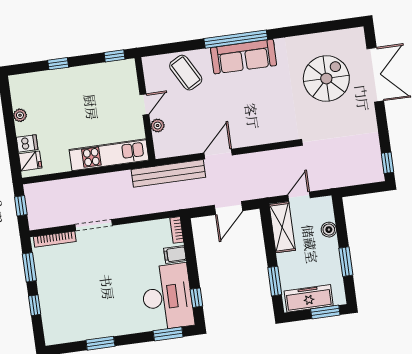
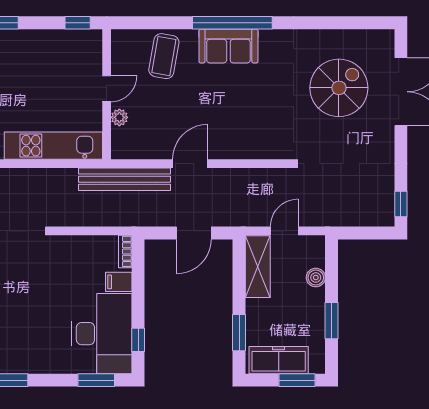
sofa: (244, 57) -> (228, 46), width x0.73
coffee table: (186, 73) -> (164, 56), turned 39

